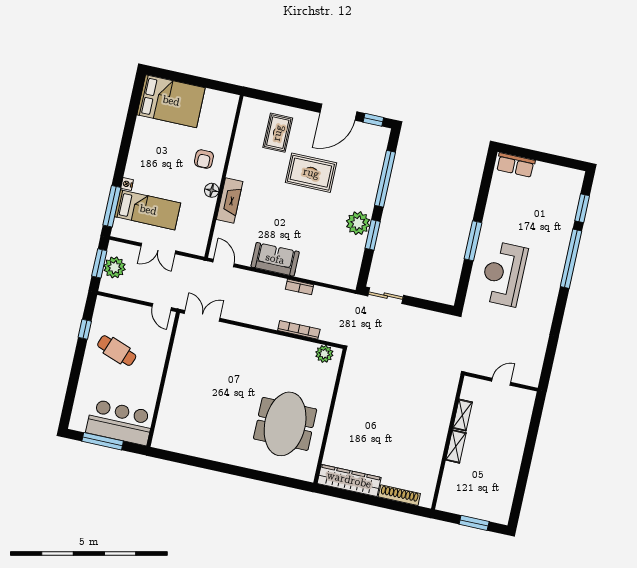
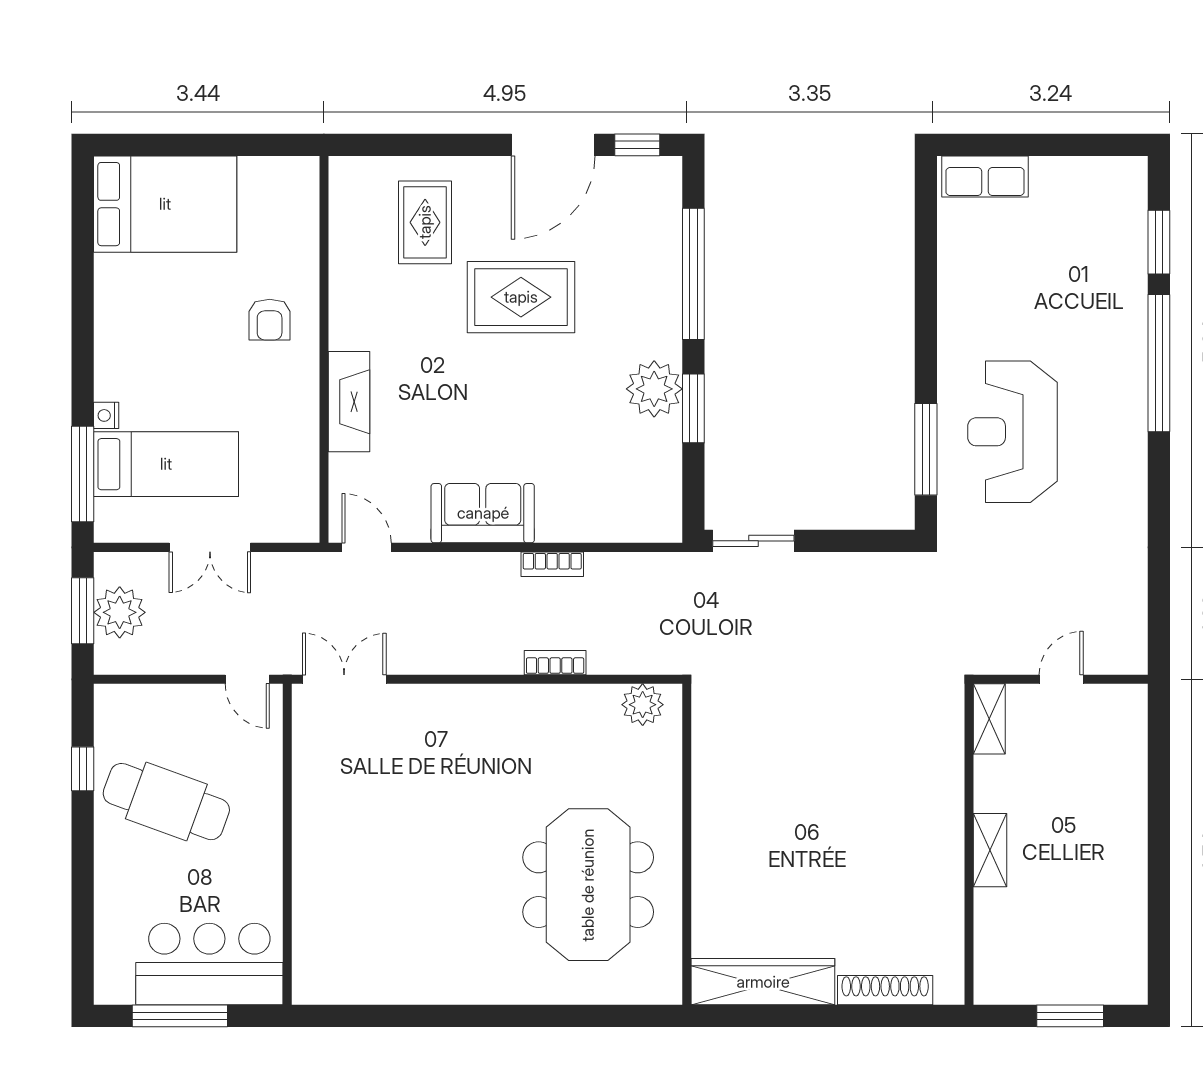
floor lamp: (212, 190) -> (303, 387), removed
window: (473, 241) -> (926, 449), moved
bookcase: (299, 330) -> (555, 663), width x0.64
cafe table: (117, 351) -> (166, 802), width x1.37, depth x1.35
shelving: (462, 415) -> (989, 719), moved

